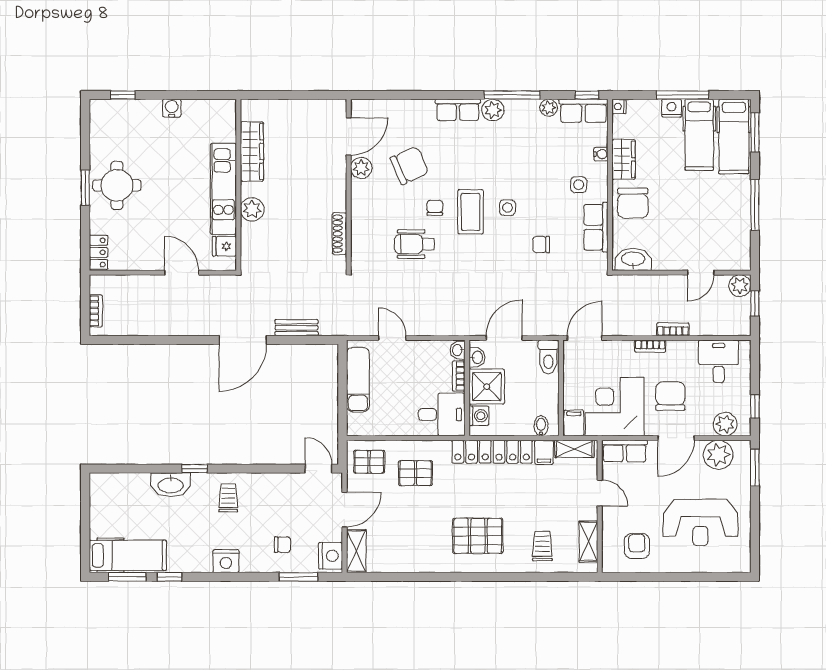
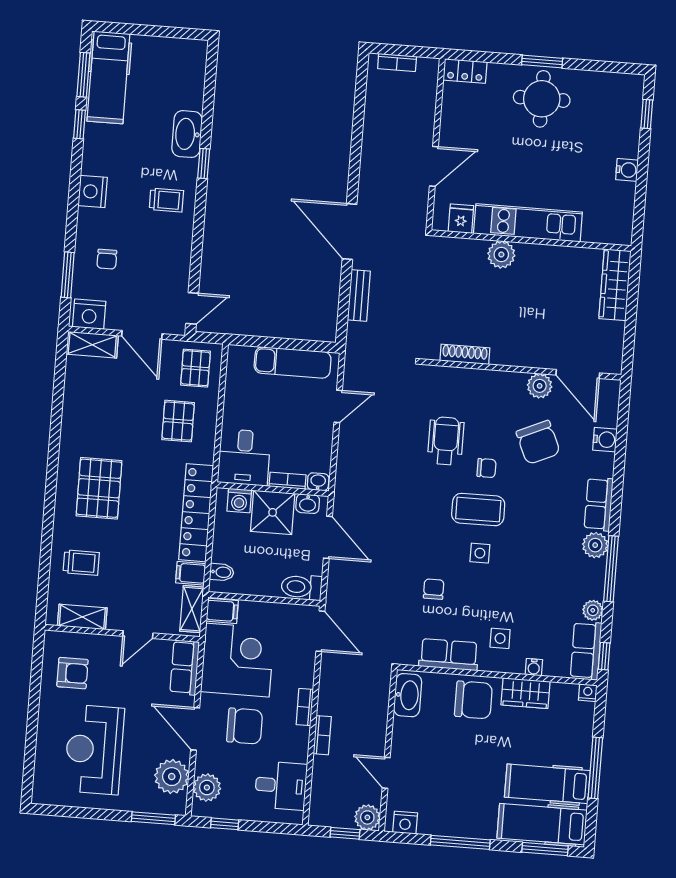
nightstand: (672, 108) -> (405, 823), moved, turned 90
water cooler: (403, 109) -> (605, 440), added
wardrobe: (252, 151) -> (615, 285), moved, turned 90
chair: (633, 203) -> (473, 700), turned 180

